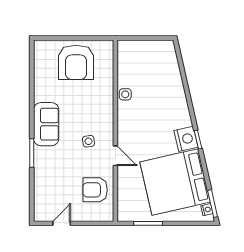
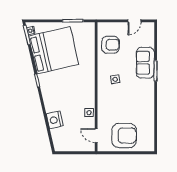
armchair: (76, 62) -> (124, 135), turned 90
sofa: (46, 124) -> (145, 63), moved
nightstand: (186, 139) -> (55, 120), moved
door: (115, 156) -> (96, 136), moved

